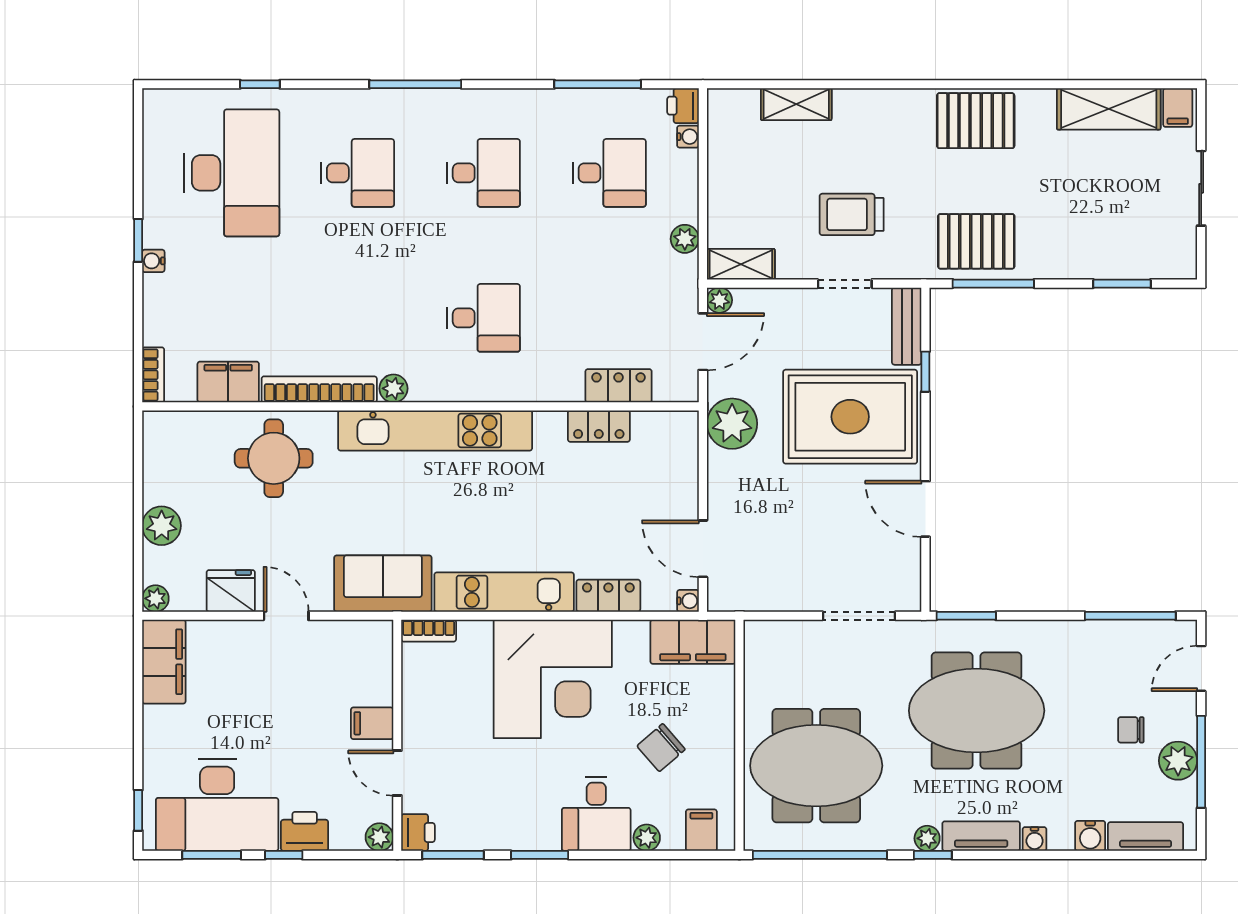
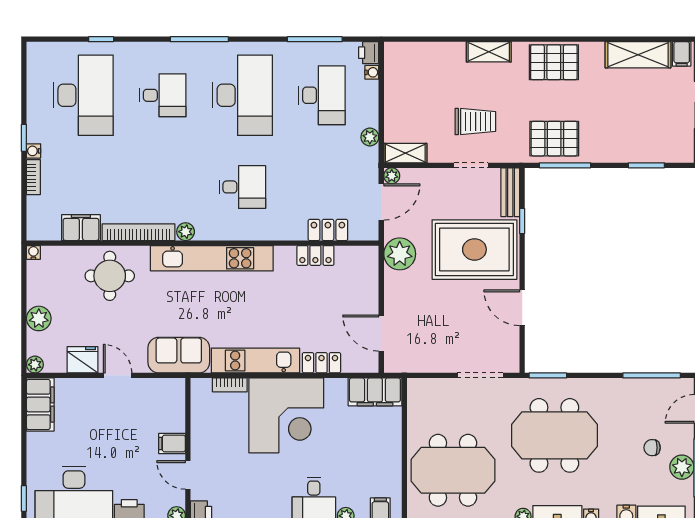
shelving: (796, 104) -> (489, 52), moved
desk: (483, 173) -> (242, 95), width x1.87, depth x1.30
desk: (609, 173) -> (322, 95), width x1.37
trolley: (852, 214) -> (475, 122), turned 180
bookcase: (153, 375) -> (33, 177), moved
water cooler: (688, 601) -> (33, 252), moved, turned -90
bookcase: (429, 631) -> (230, 385), moved
chair: (661, 748) -> (355, 459), removed

